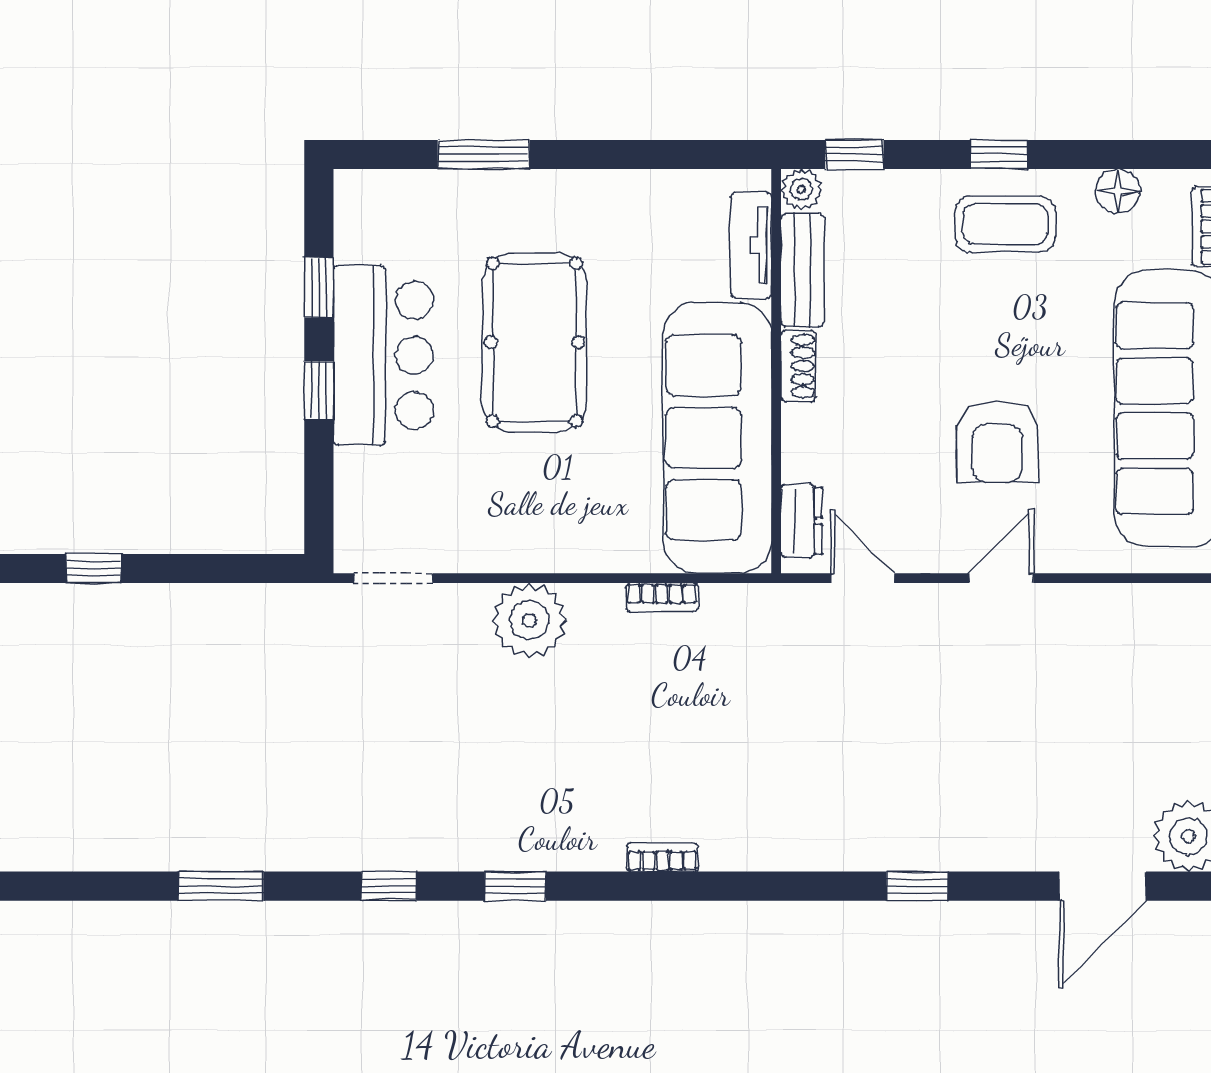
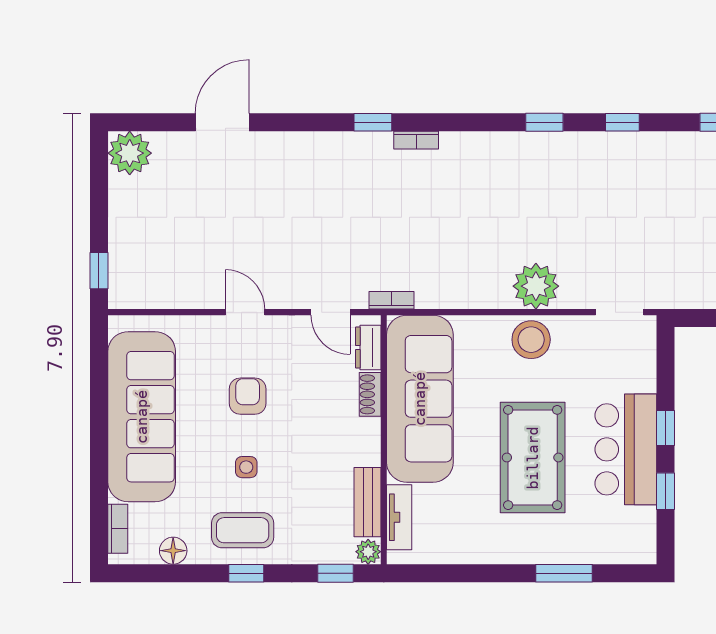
side table: (999, 327) -> (246, 467), added
shoe rack: (798, 366) -> (370, 394), moved
armchair: (997, 442) -> (248, 396), width x0.72, depth x0.72
stool: (537, 533) -> (531, 340), added
door: (1001, 578) -> (245, 312), swing flipped
bookcase: (662, 597) -> (392, 300), moved
bookcase: (663, 857) -> (416, 140), moved
window: (917, 886) -> (373, 122), moved
door: (1102, 886) -> (222, 122), moved

